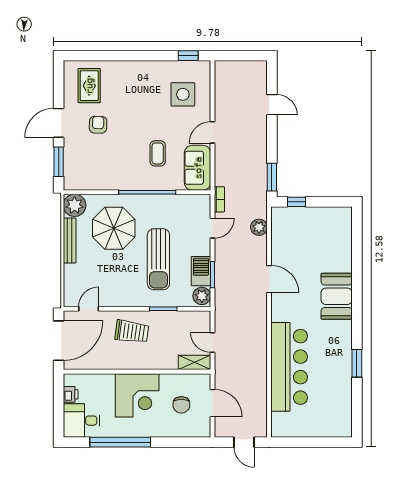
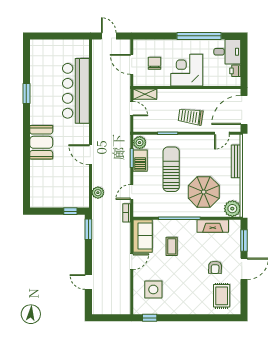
fireplace: (101, 181) -> (213, 226), added
bench: (70, 241) -> (236, 161), moved

